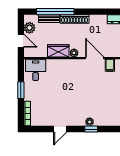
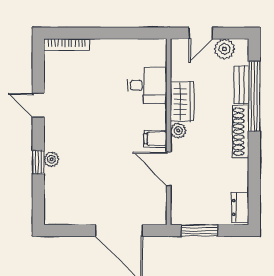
door: (95, 58) -> (169, 169), swing flipped
filing cabinet: (110, 65) -> (156, 139), moved
desk: (36, 70) -> (147, 85), moved
window: (21, 90) -> (110, 33), removed

